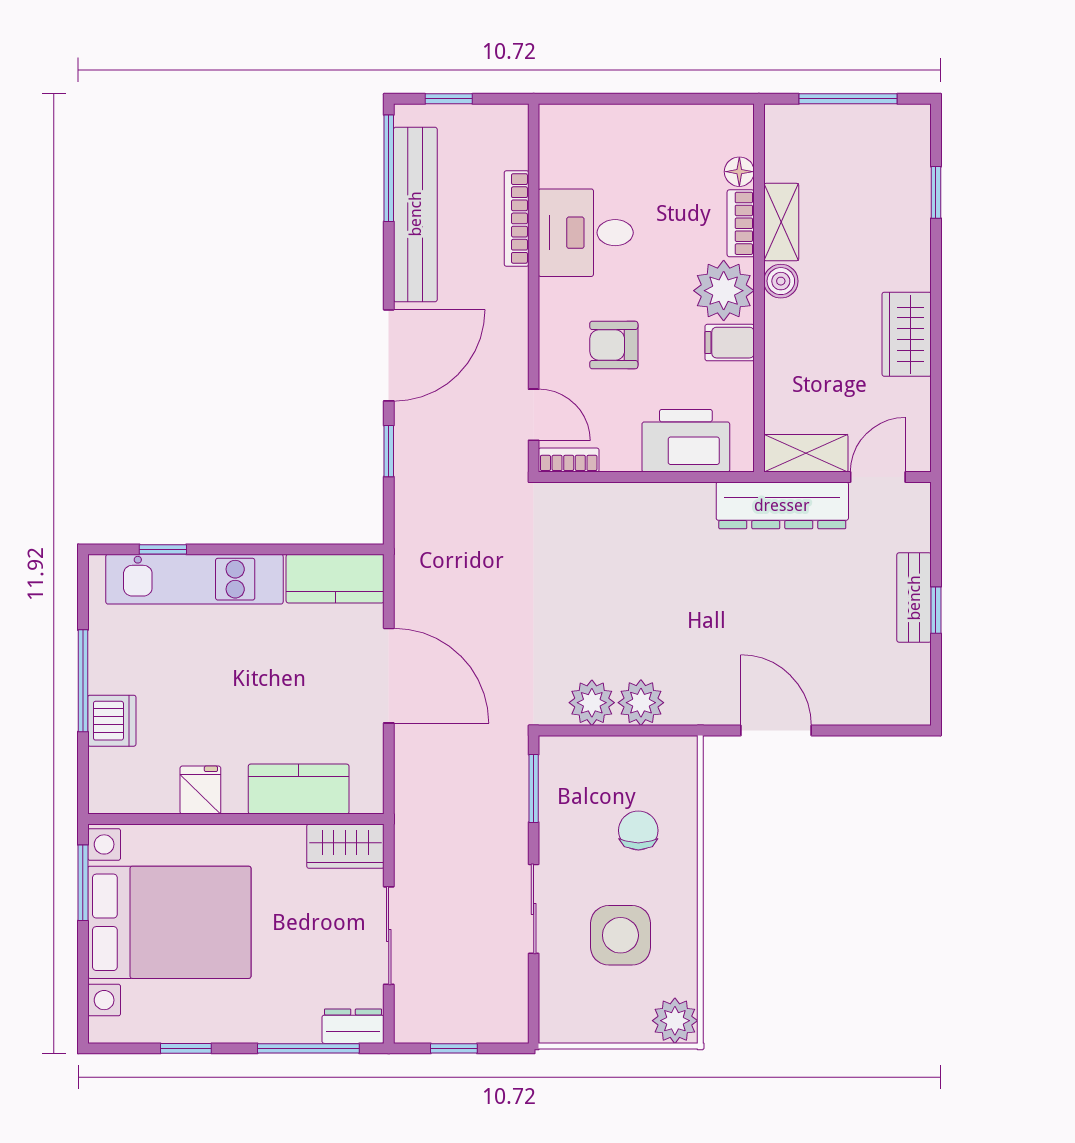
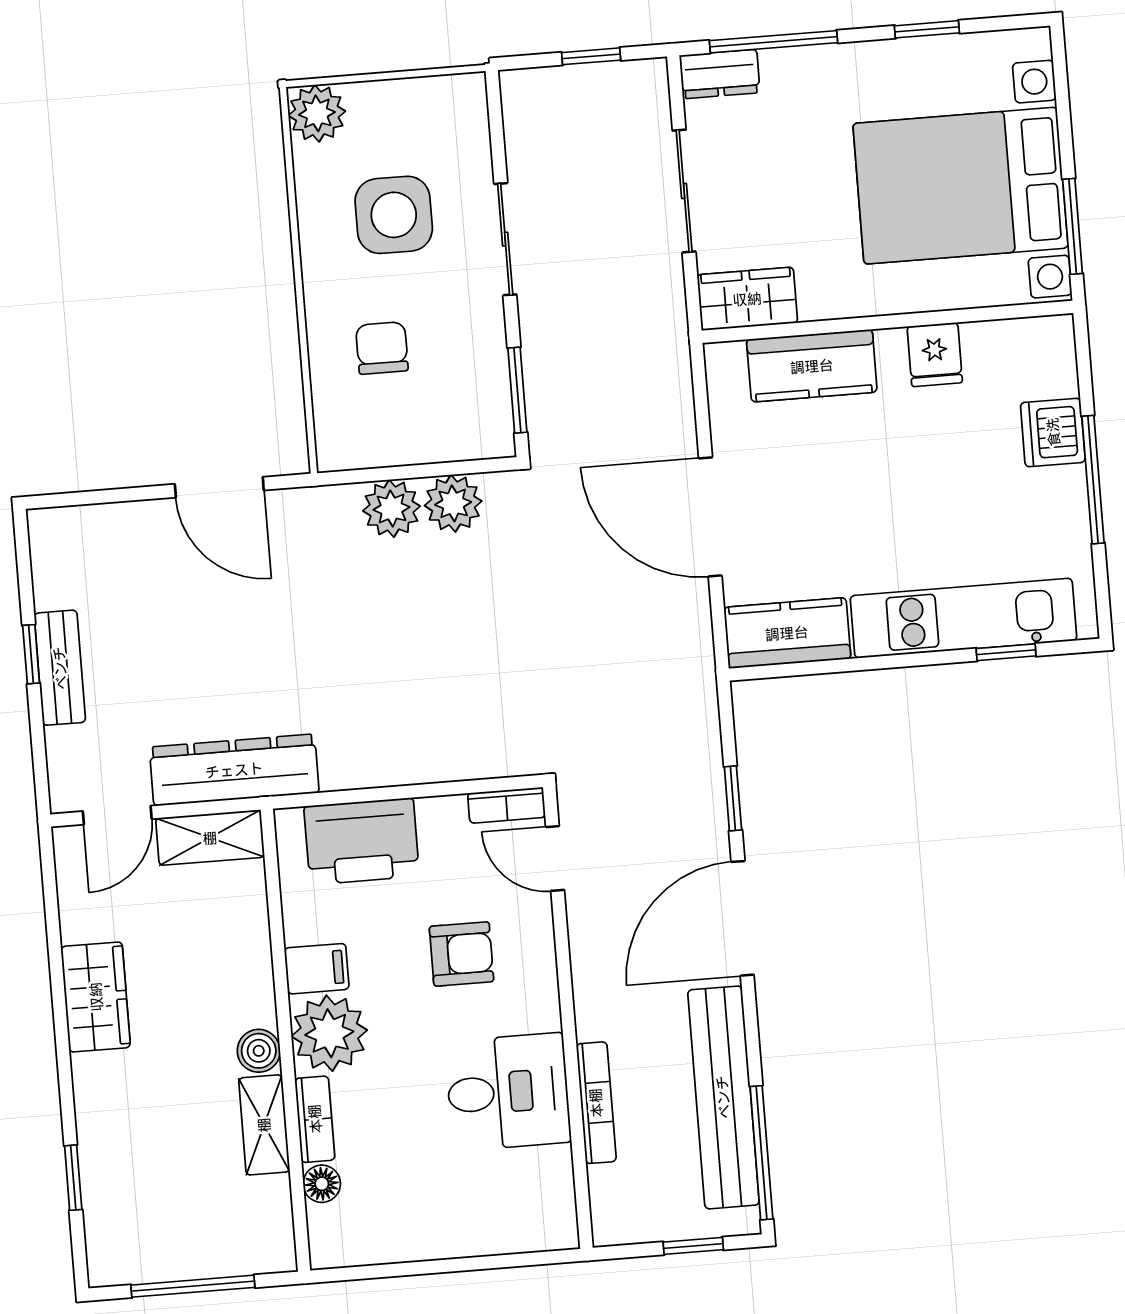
chair: (638, 830) -> (382, 348), turned 180

